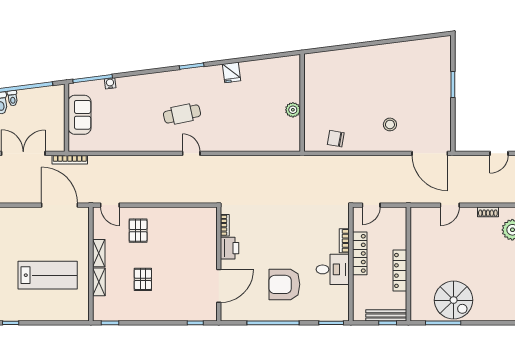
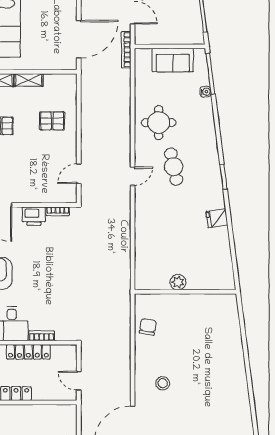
round table: (140, 128) -> (159, 123), added
door: (110, 205) -> (79, 174), moved
door: (371, 205) -> (79, 381), moved

